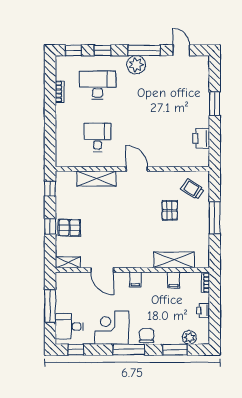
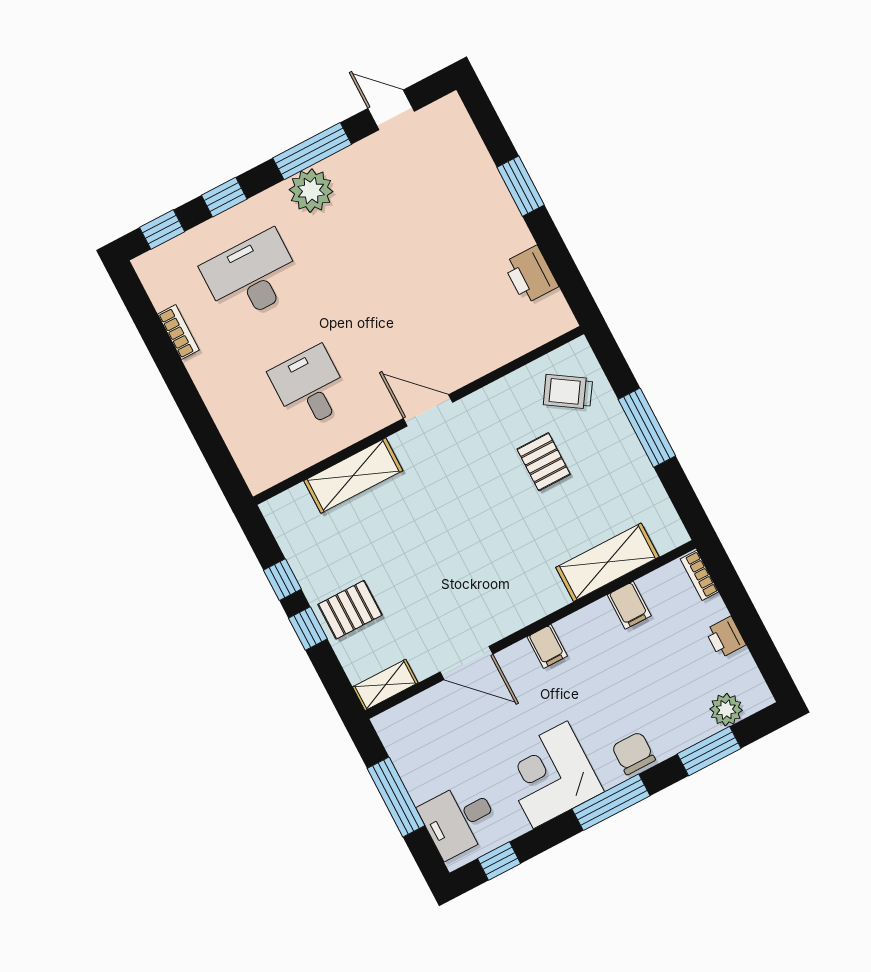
window: (50, 189) -> (282, 580), moved

